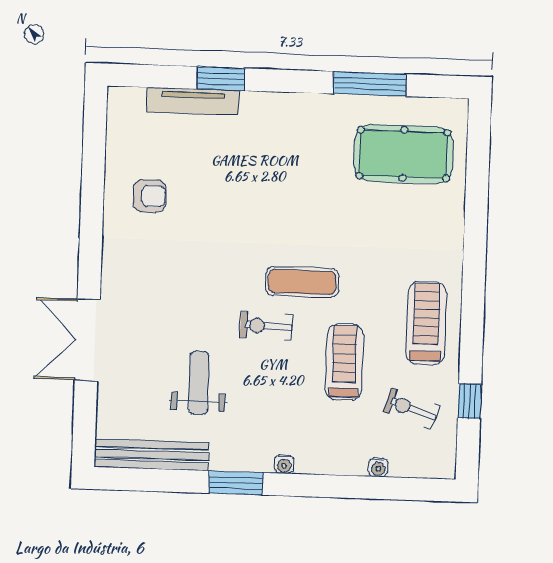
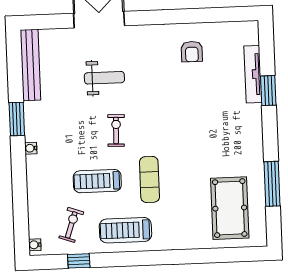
exercise mat: (302, 282) -> (149, 179), moved
treadmill: (426, 323) -> (125, 230), turned 180
treadmill: (344, 362) -> (97, 181), turned 180
weight bench: (199, 383) -> (104, 78), moved
water cooler: (378, 467) -> (35, 245), moved

